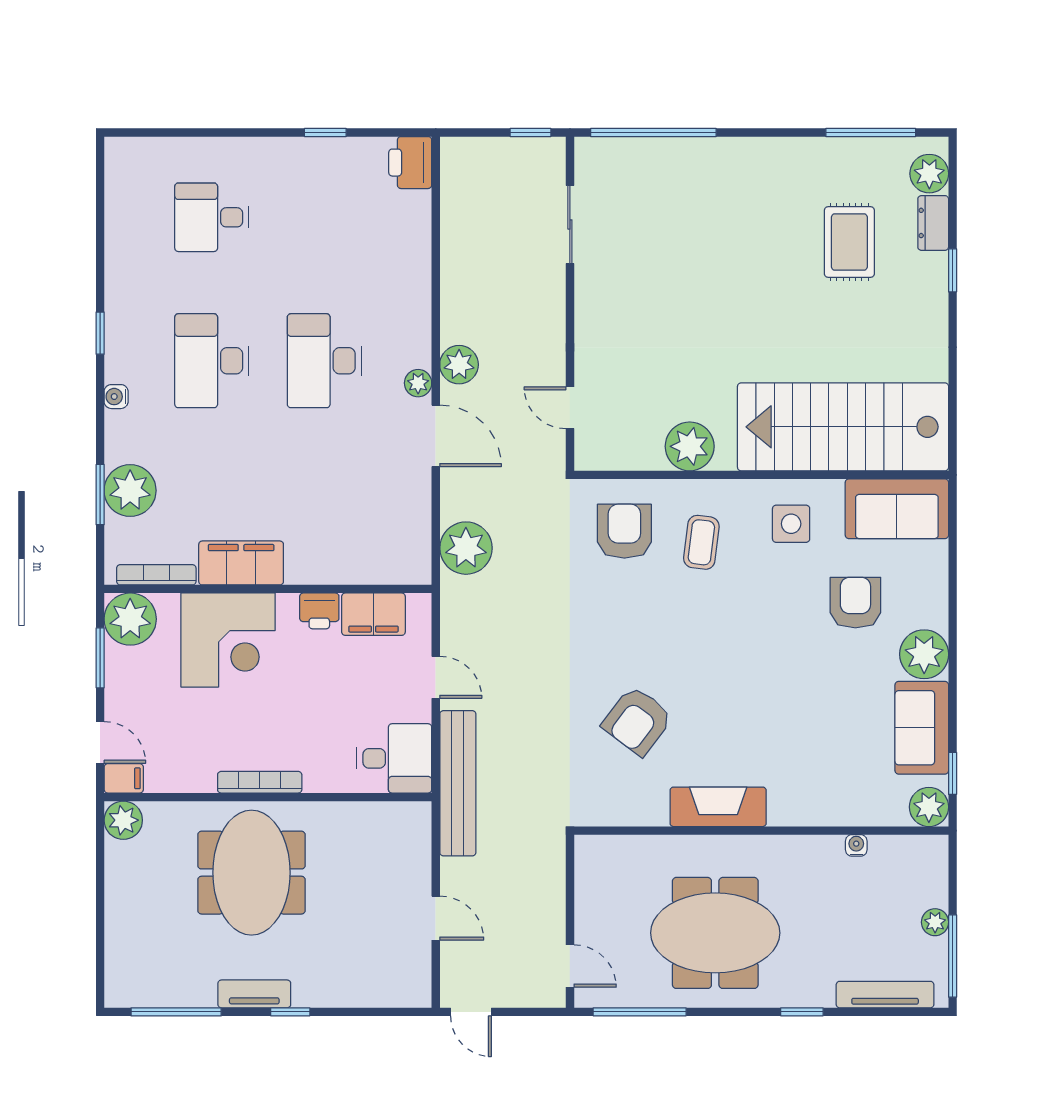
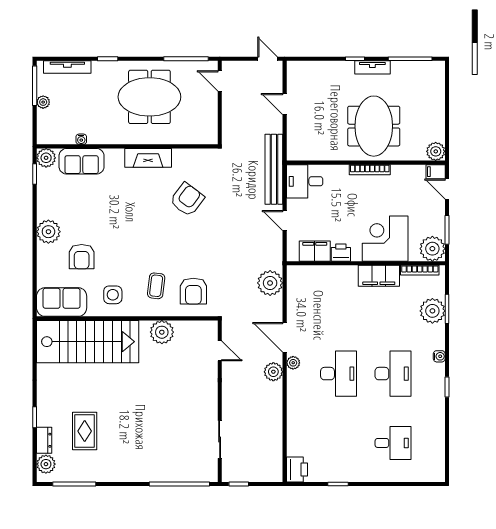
sofa: (922, 728) -> (82, 161), moved, turned 90

